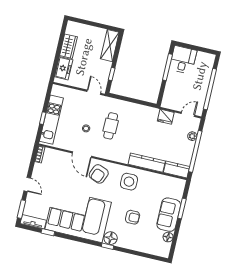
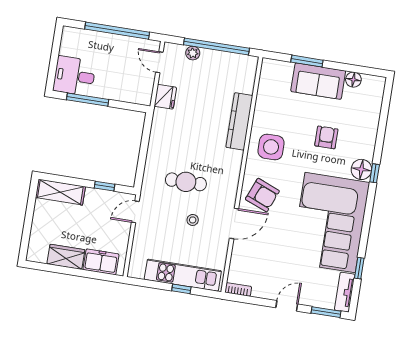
kitchen counter: (177, 170) -> (247, 74), removed

